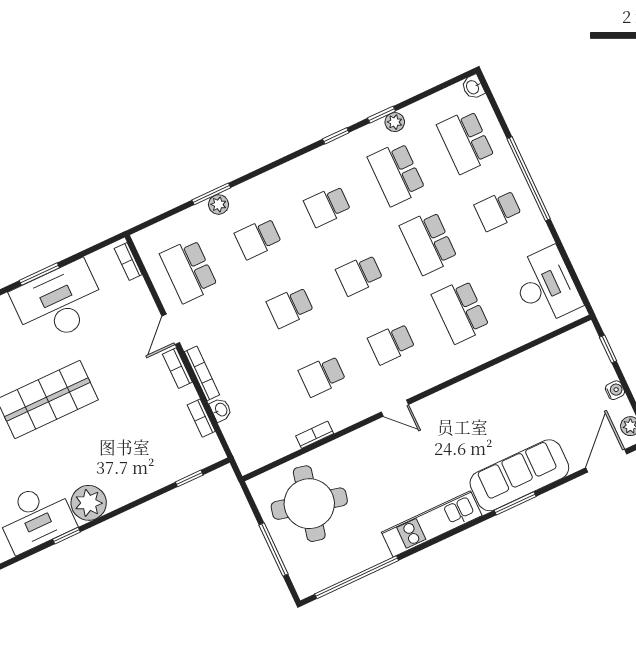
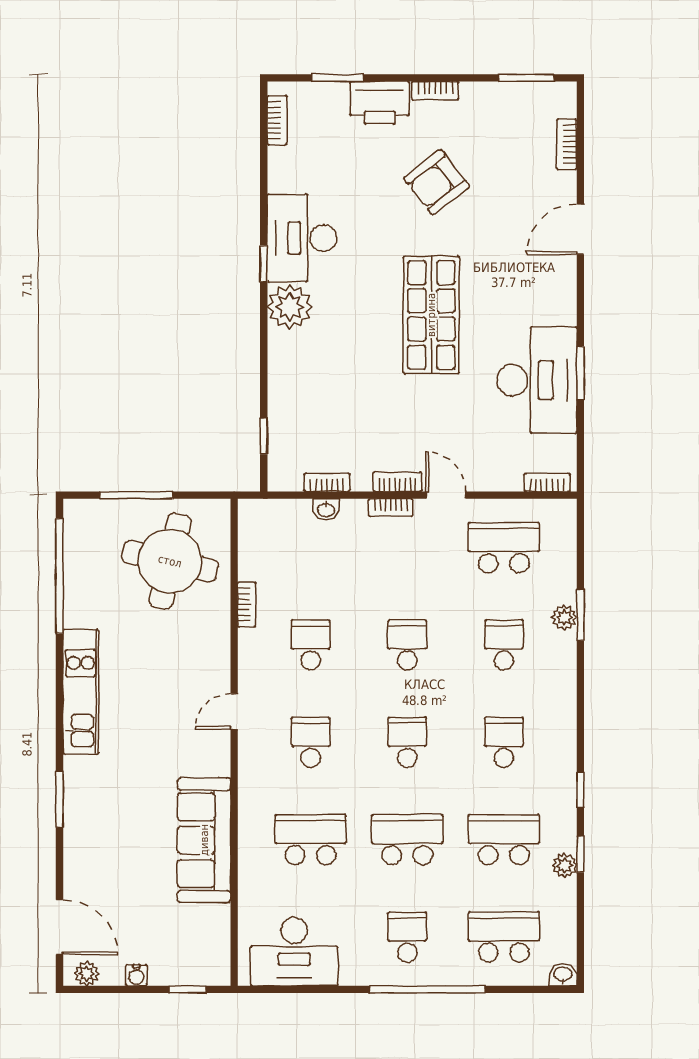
bookcase: (202, 373) -> (391, 508), width x0.64
sofa: (519, 475) -> (204, 840), moved, turned 180

